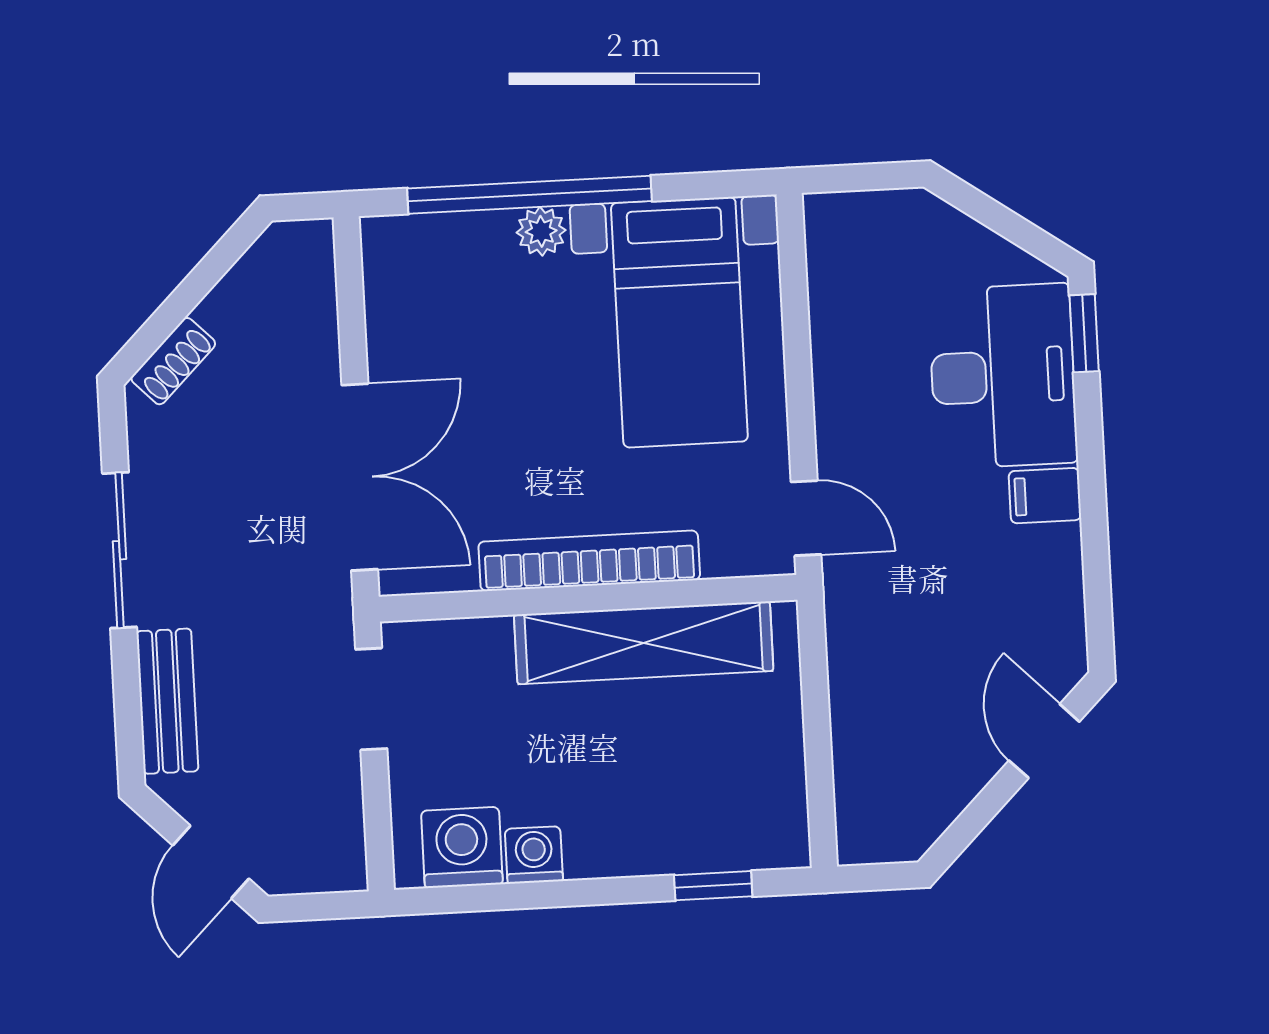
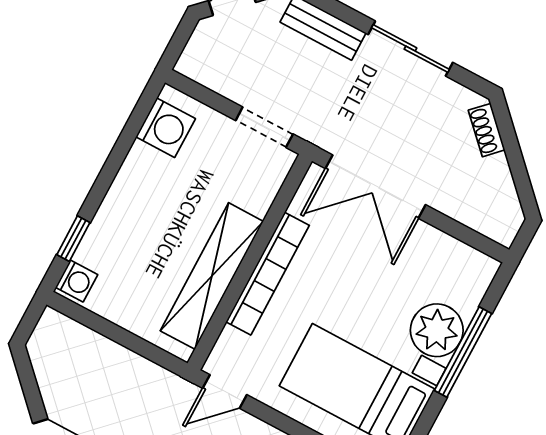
window: (530, 195) -> (463, 352), width x0.68
plant: (541, 231) -> (437, 330), width x1.88, depth x1.88
washing machine: (534, 855) -> (77, 281), moved

